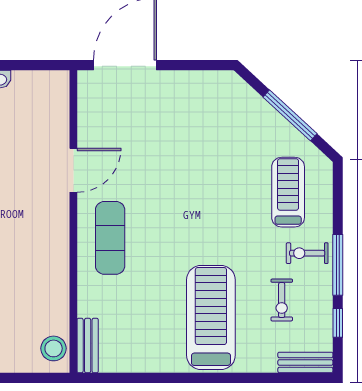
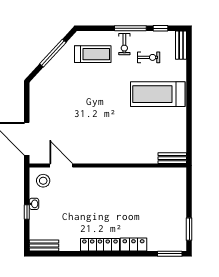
door: (73, 170) -> (61, 165), moved
treadmill: (288, 192) -> (93, 54), turned 180
exercise mat: (110, 238) -> (116, 146), removed
stool: (54, 348) -> (43, 181), moved

